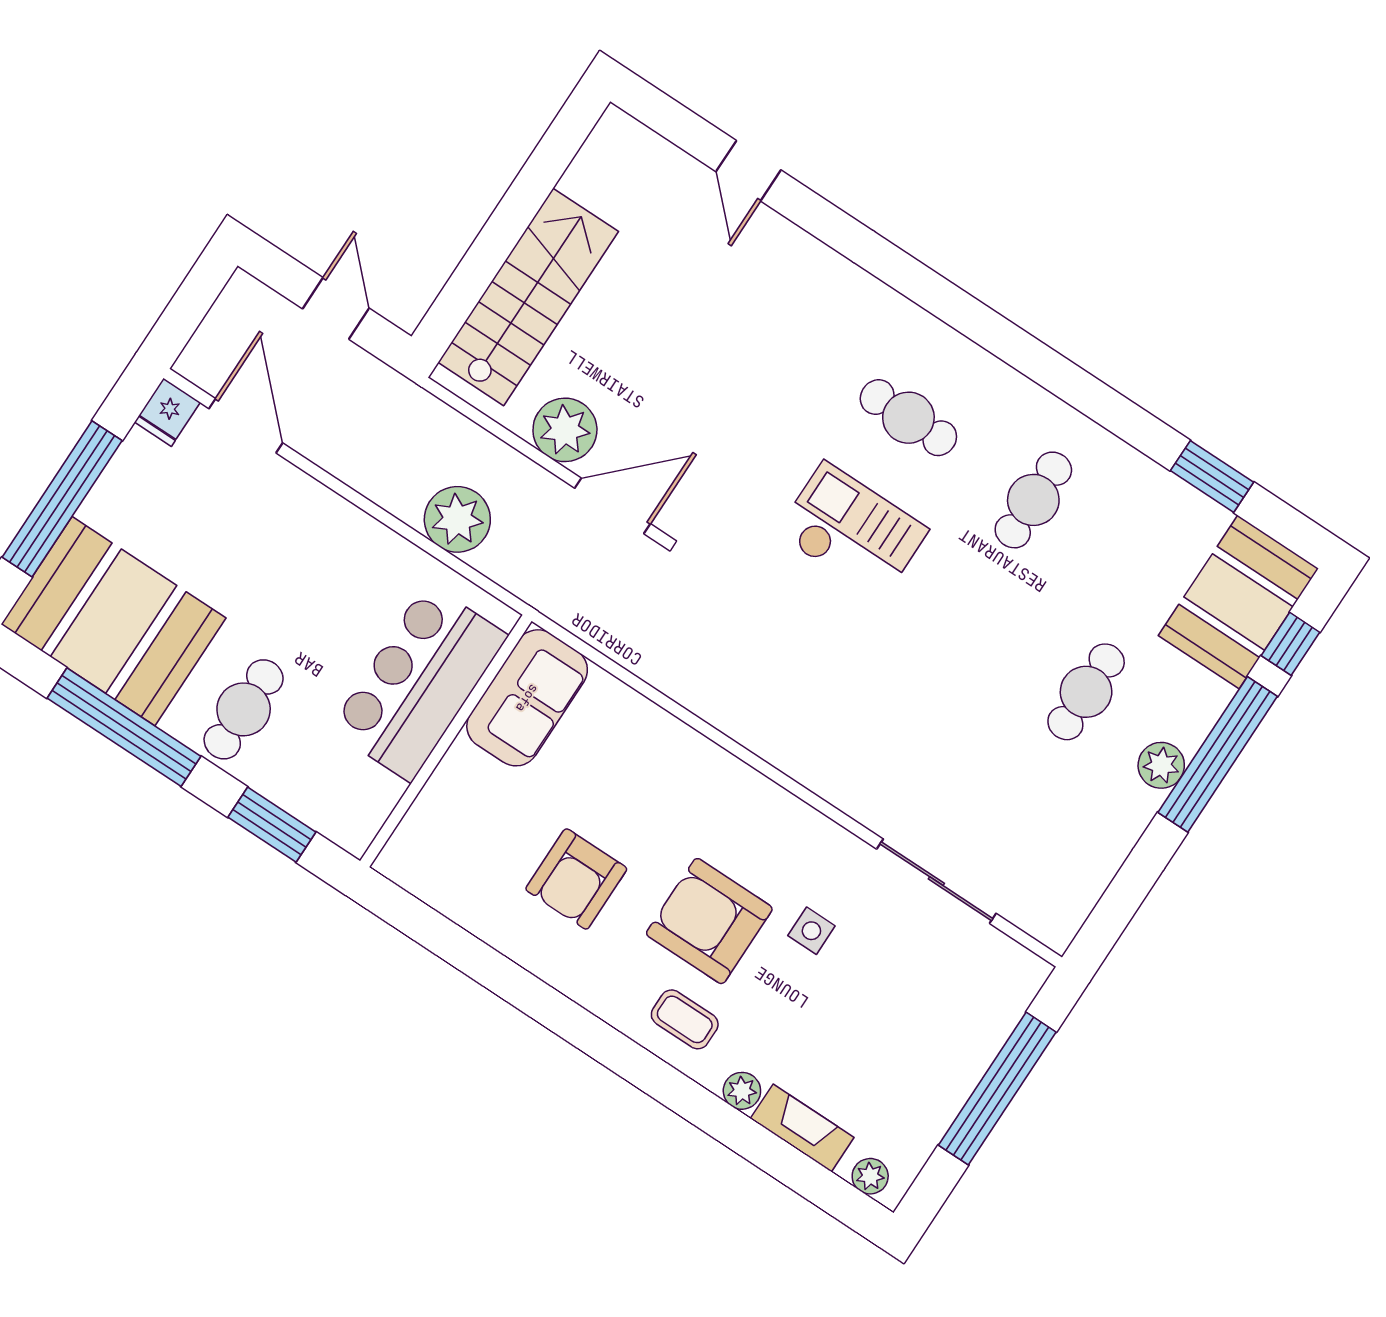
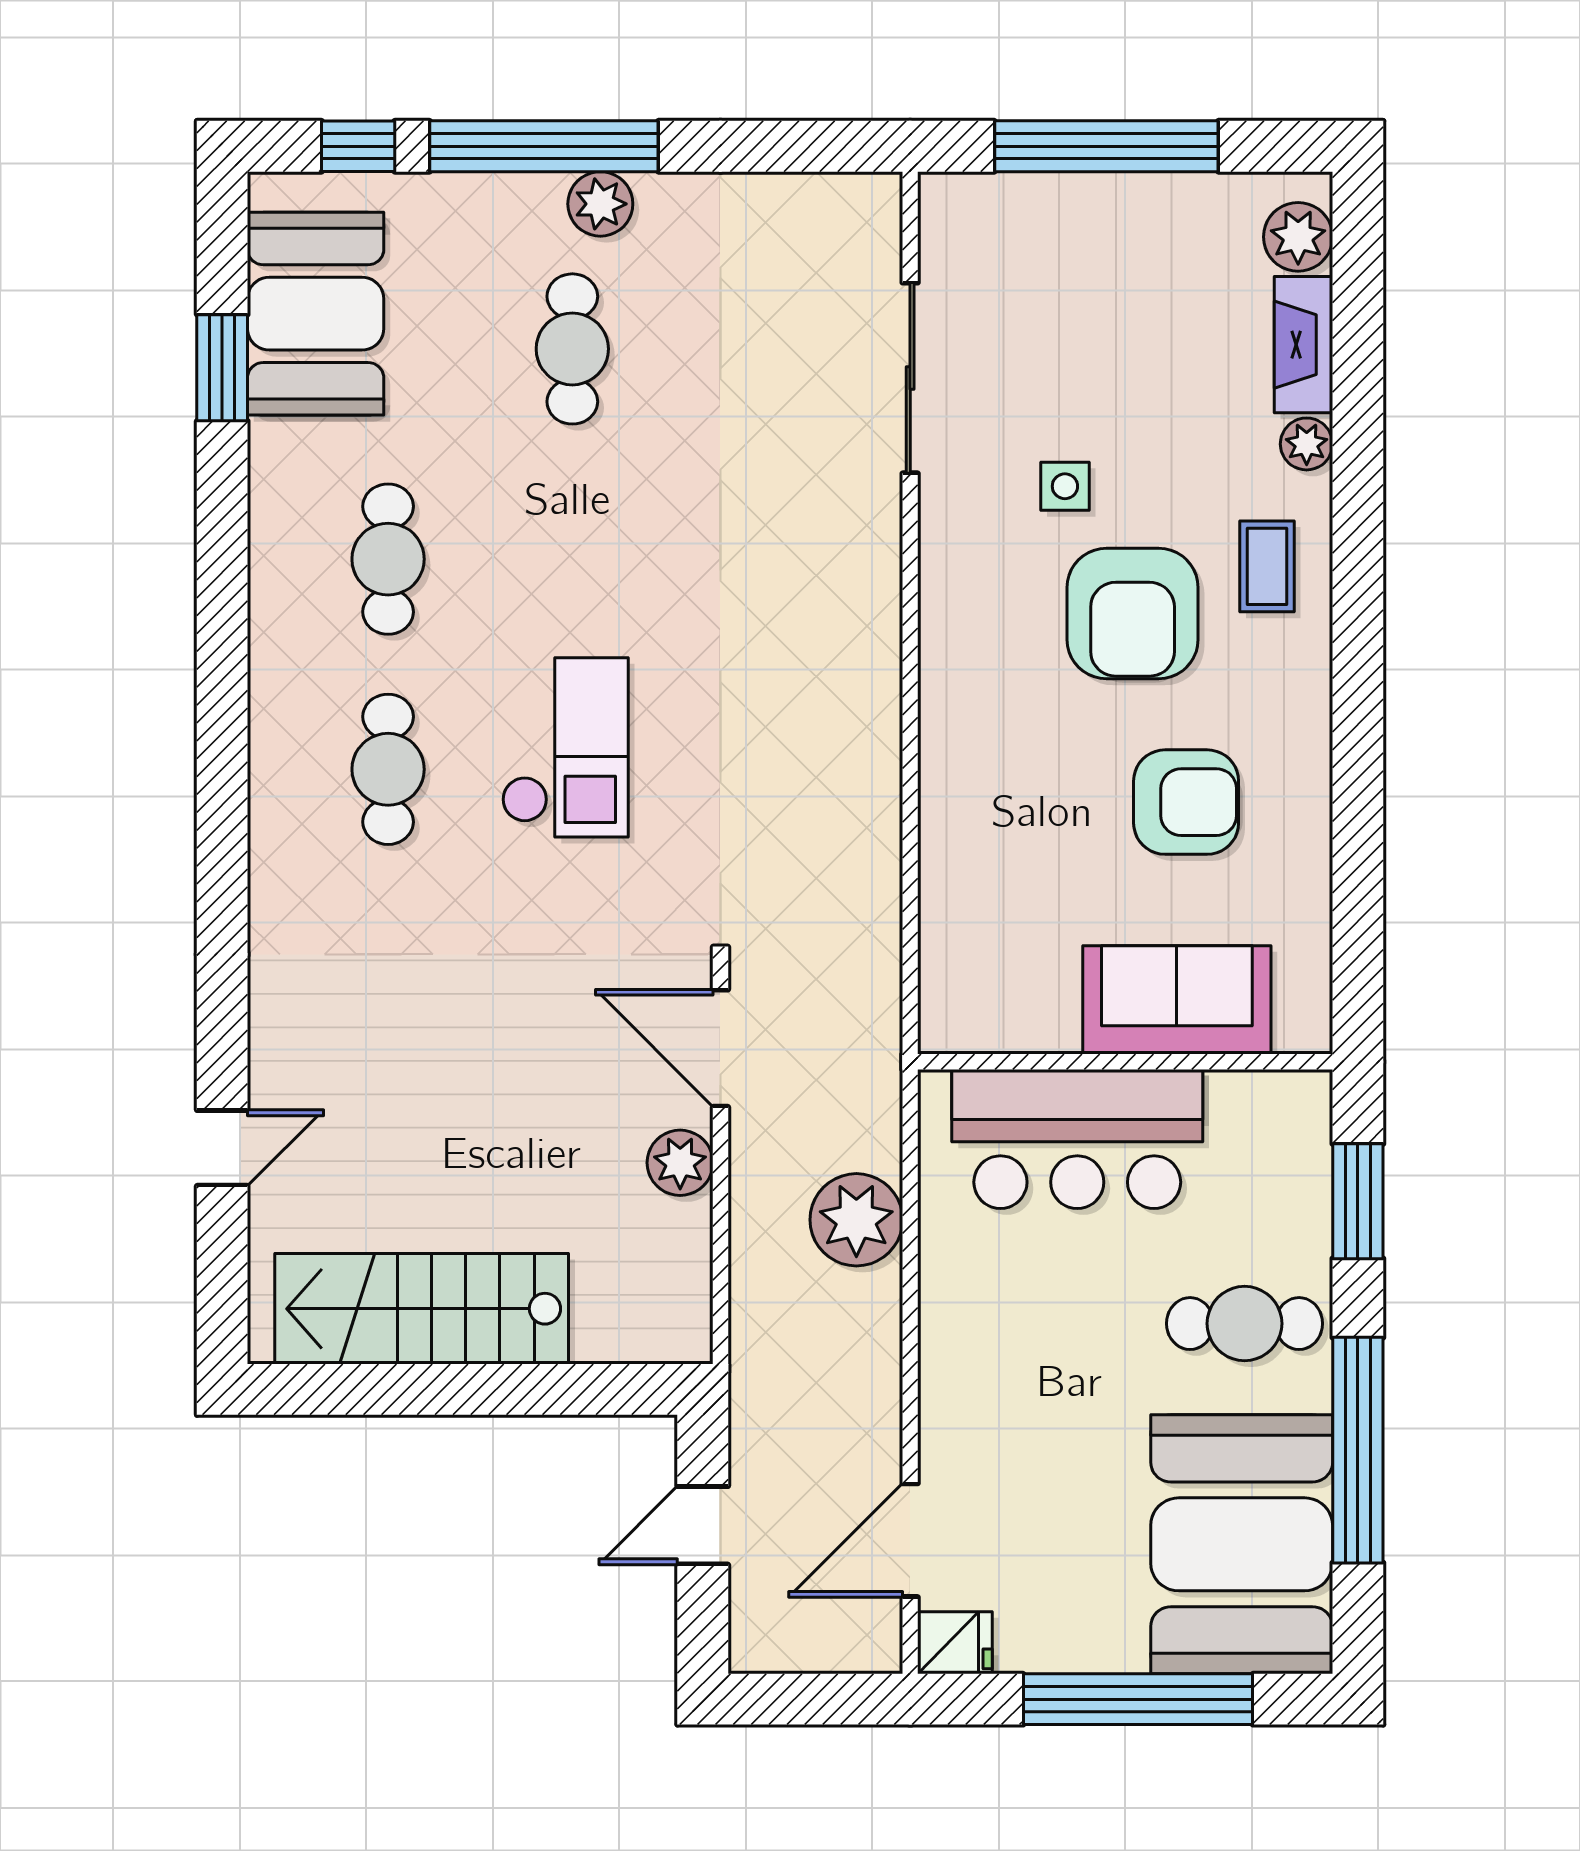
stairs: (528, 297) -> (422, 1309), moved
plant: (565, 430) -> (680, 1163), width x0.73, depth x0.73
cafe table: (1033, 500) -> (388, 559), turned 90
checkout: (852, 531) -> (565, 747), turned 180
booth: (1238, 602) -> (316, 314), moved, turned 90
cafe table: (1086, 692) -> (572, 349), turned 90
sofa: (527, 698) -> (1177, 1000), moved
plant: (870, 1176) -> (1298, 237), width x1.38, depth x1.38

